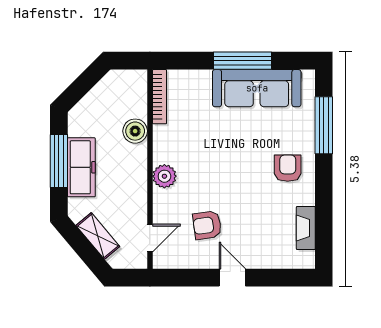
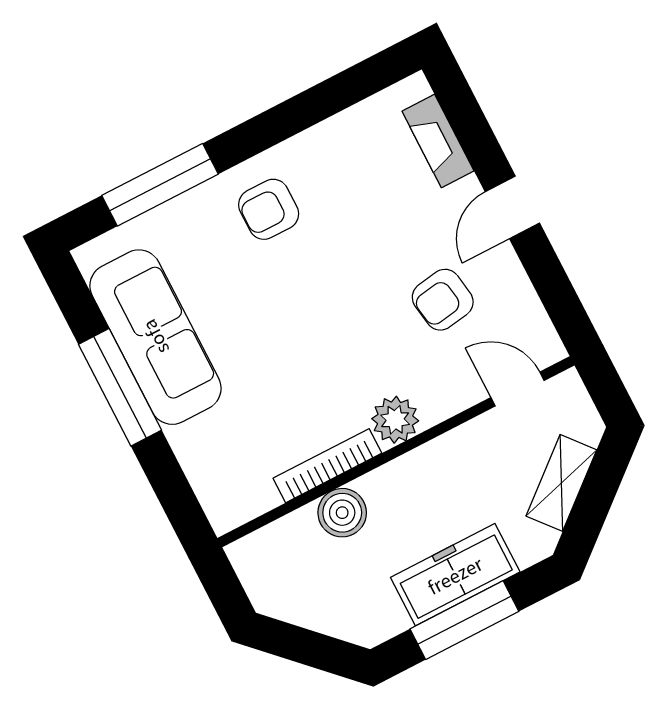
bookcase: (160, 97) -> (327, 466), moved
armchair: (207, 225) -> (443, 300), turned 89
fireplace: (306, 228) -> (438, 141), moved, turned 90

